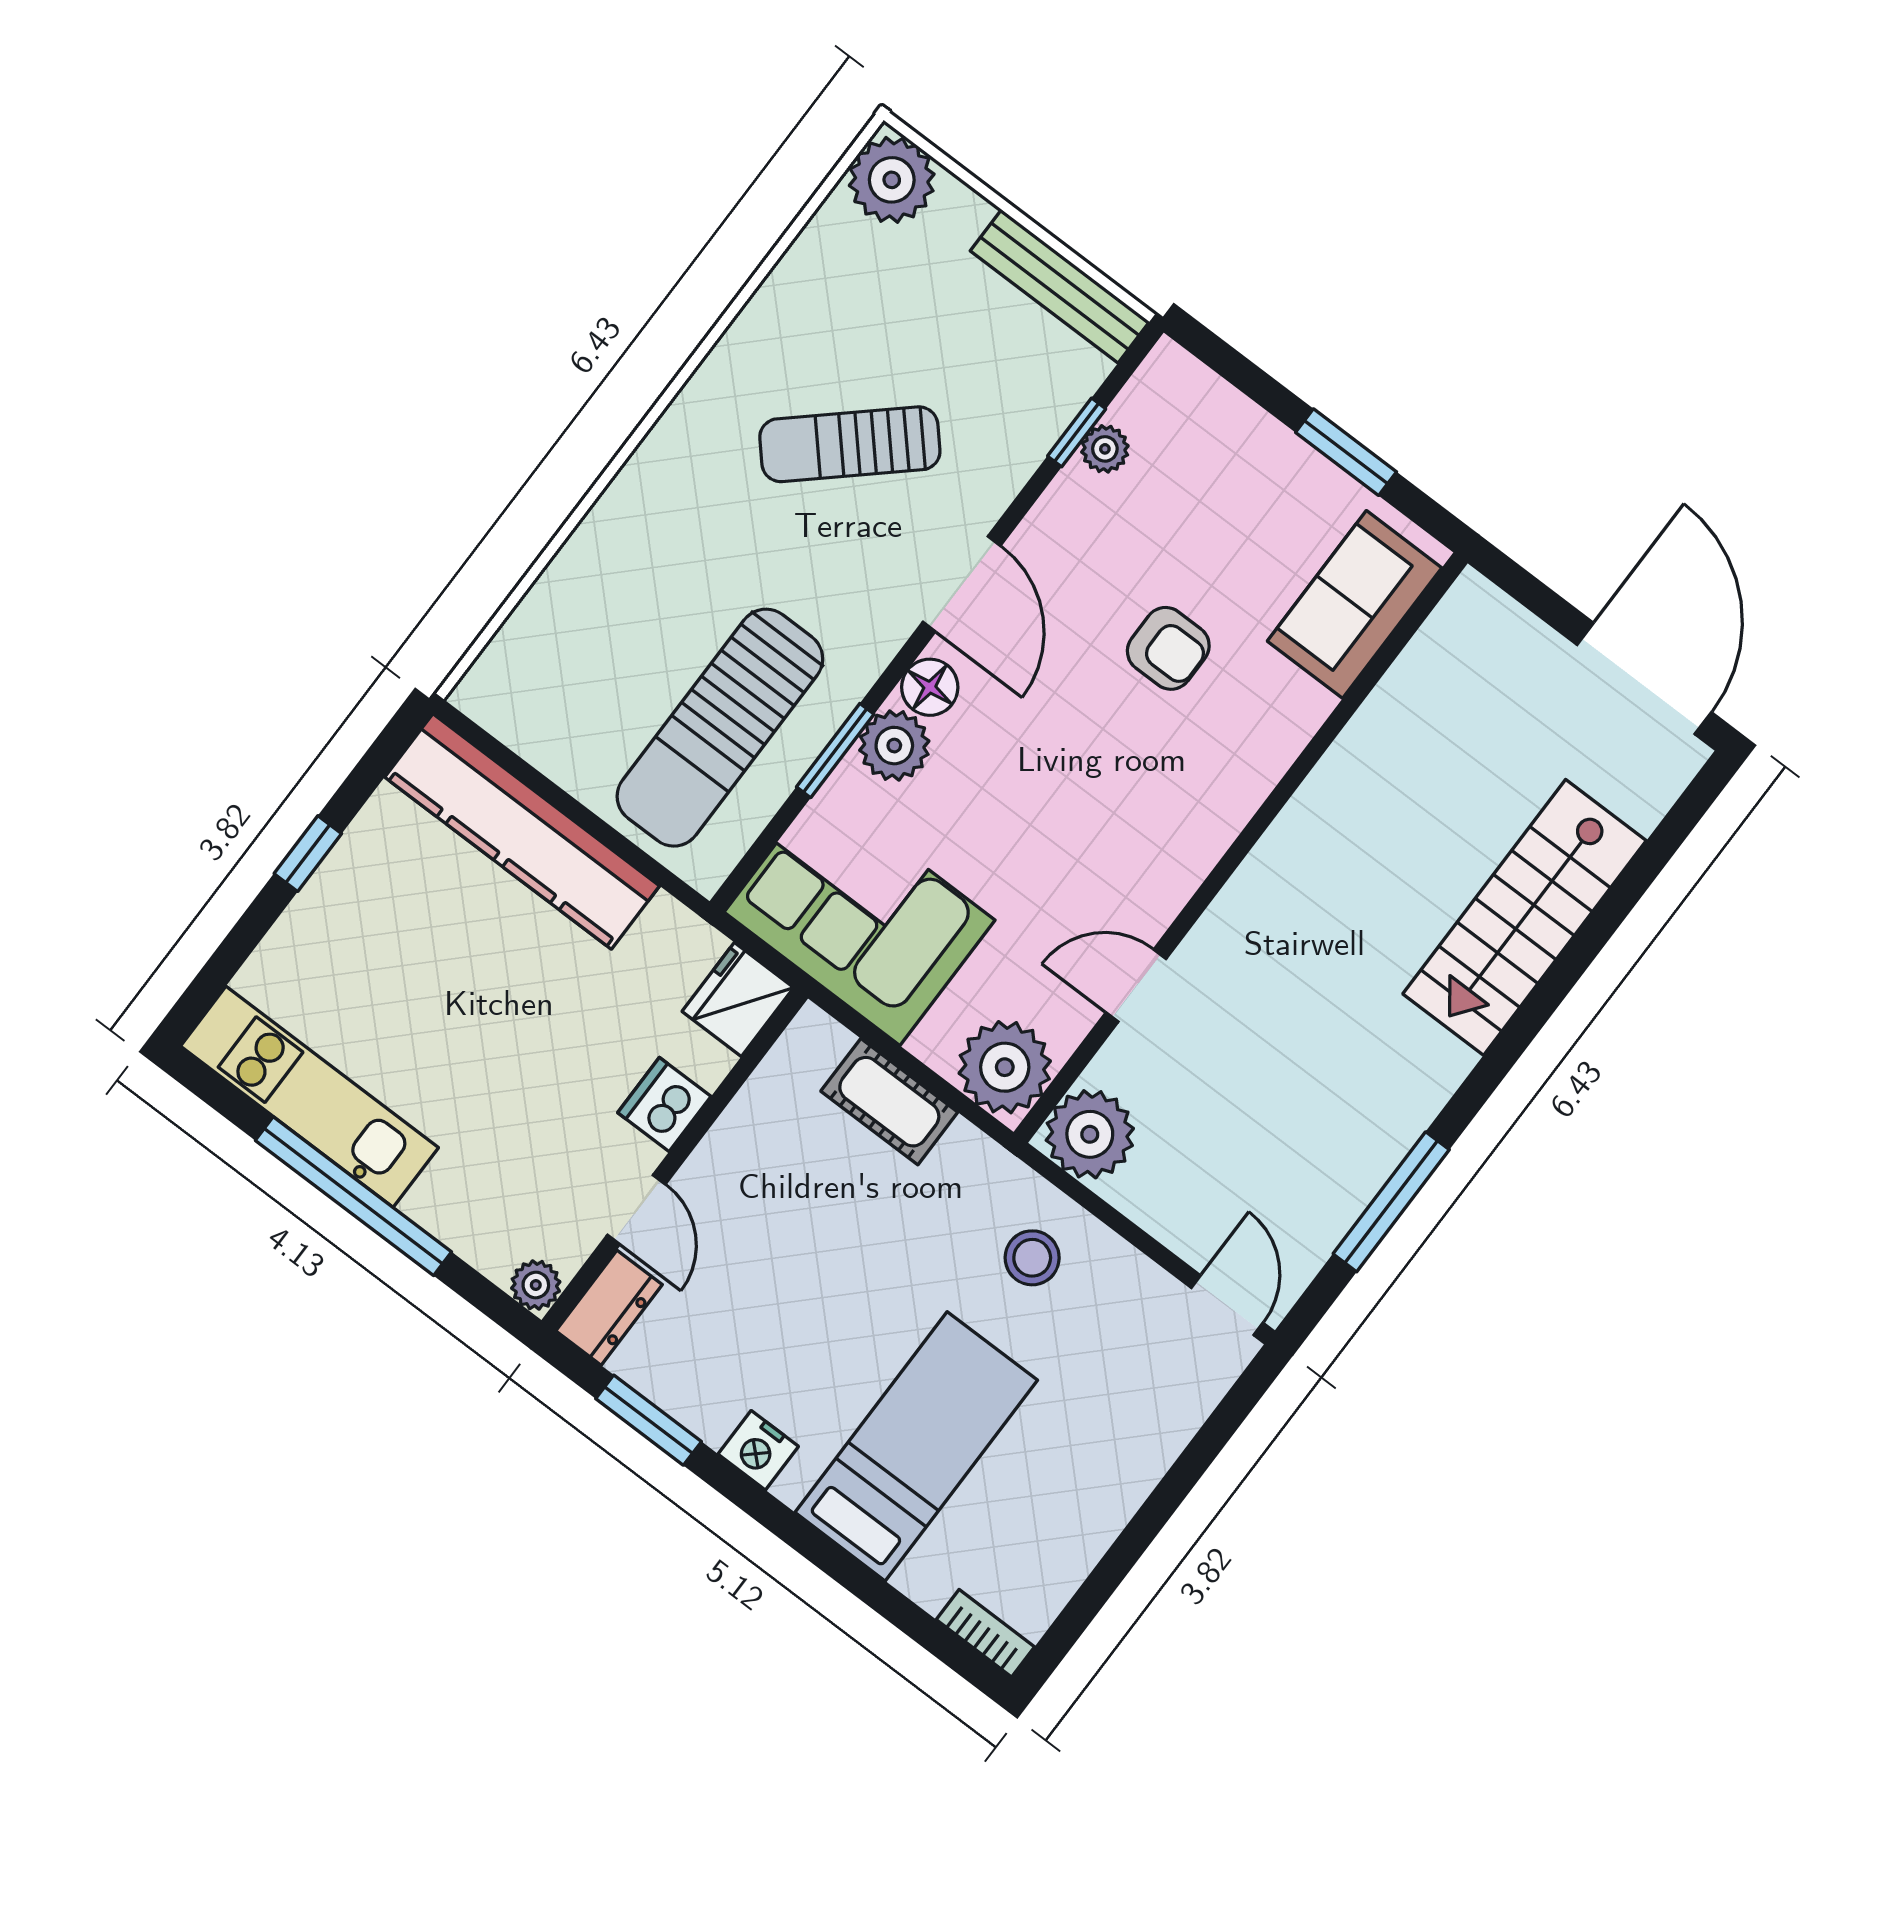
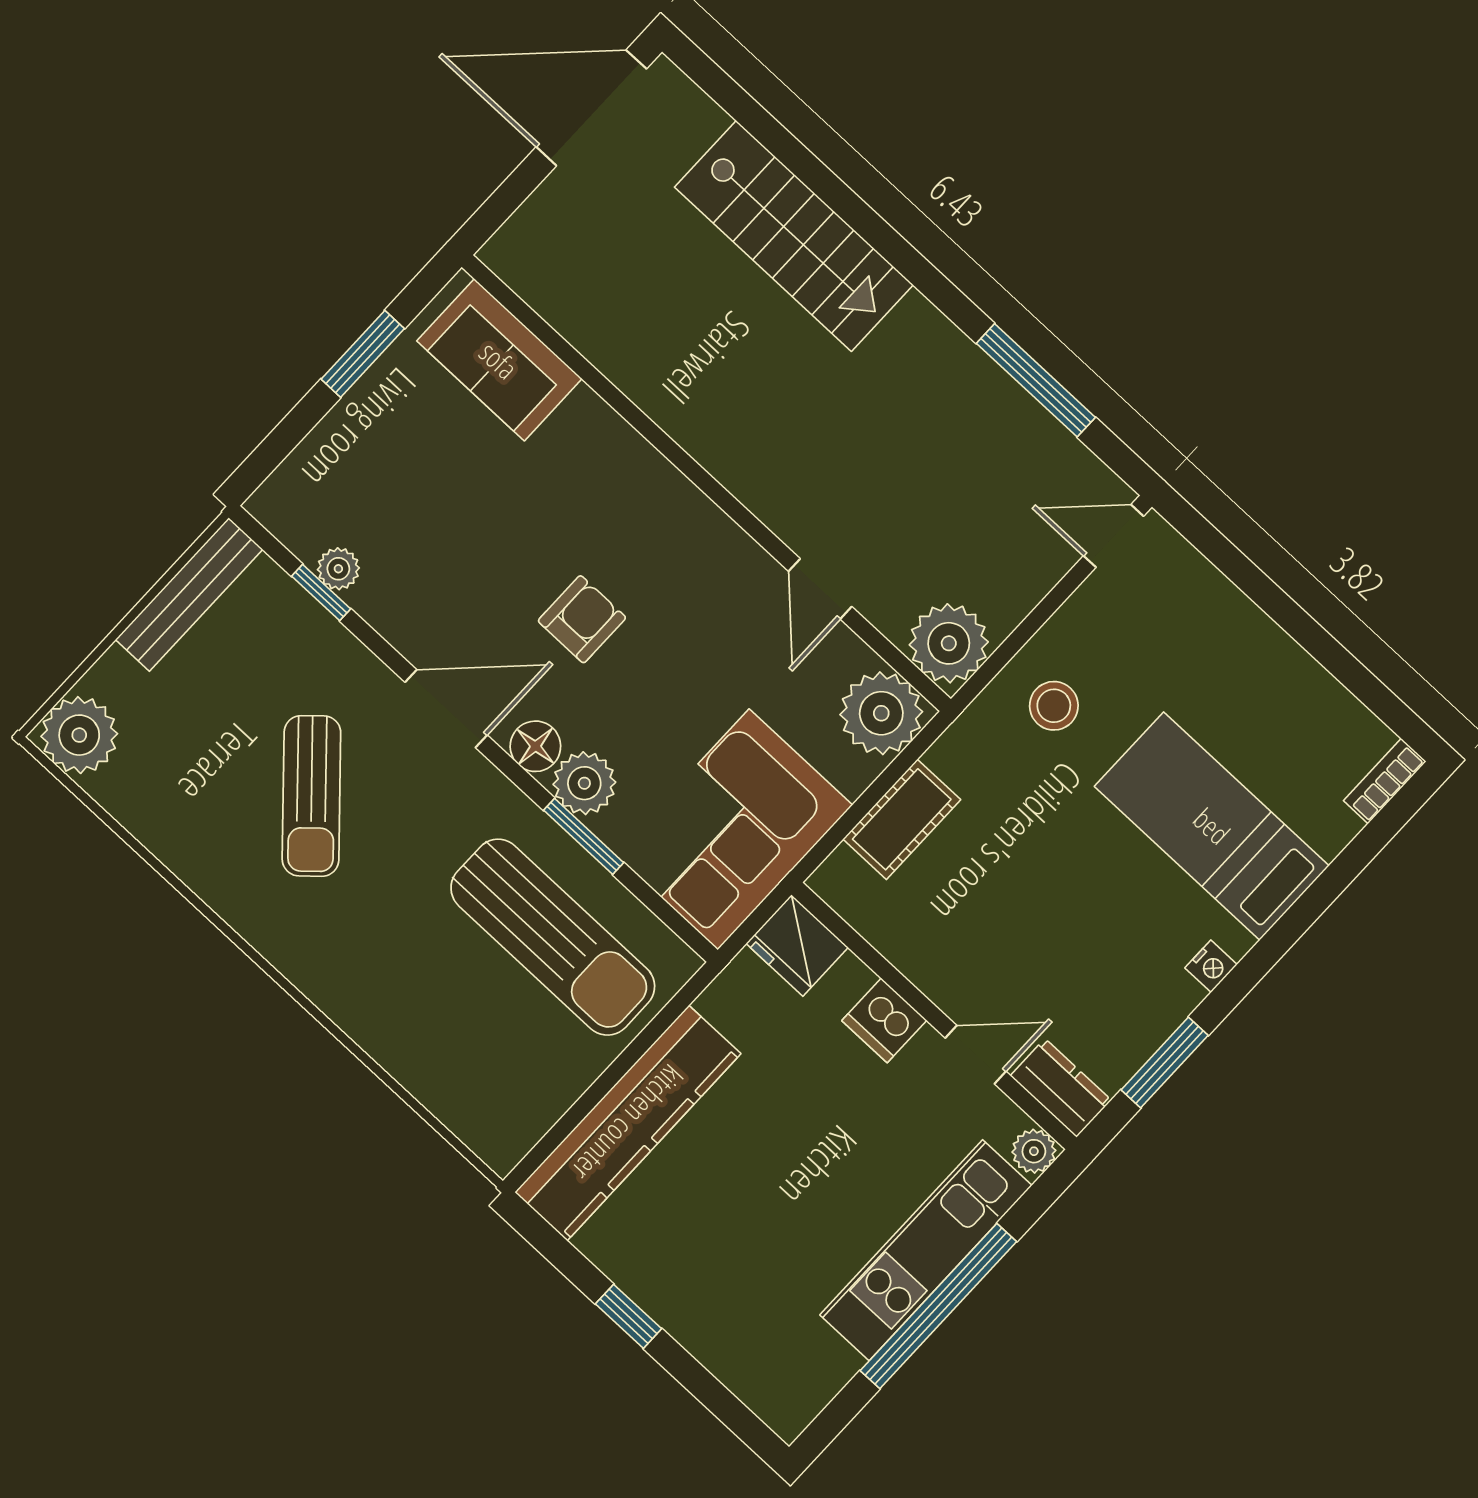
armchair: (1168, 648) -> (582, 619), moved
kitchen unit: (309, 1097) -> (926, 1250), moved
nightstand: (758, 1450) -> (1211, 966), width x0.72, depth x0.74

